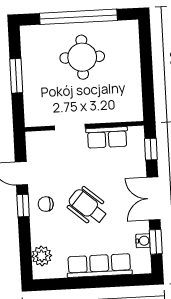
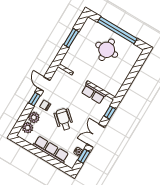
plant: (41, 234) -> (34, 117), added

